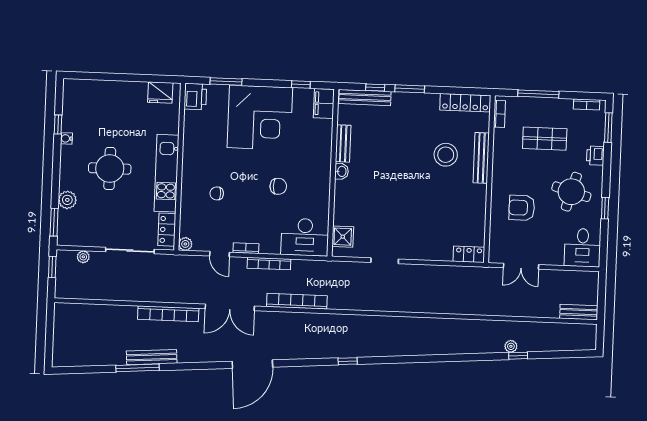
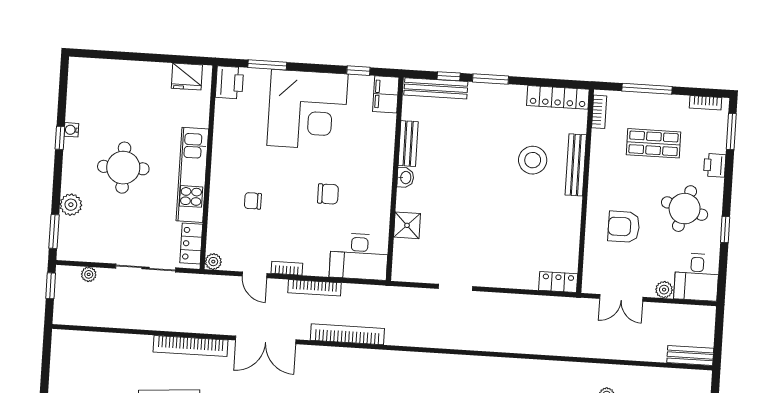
window: (58, 125) -> (60, 138), moved
shower: (343, 237) -> (407, 225), moved
plant: (556, 259) -> (664, 290), added

